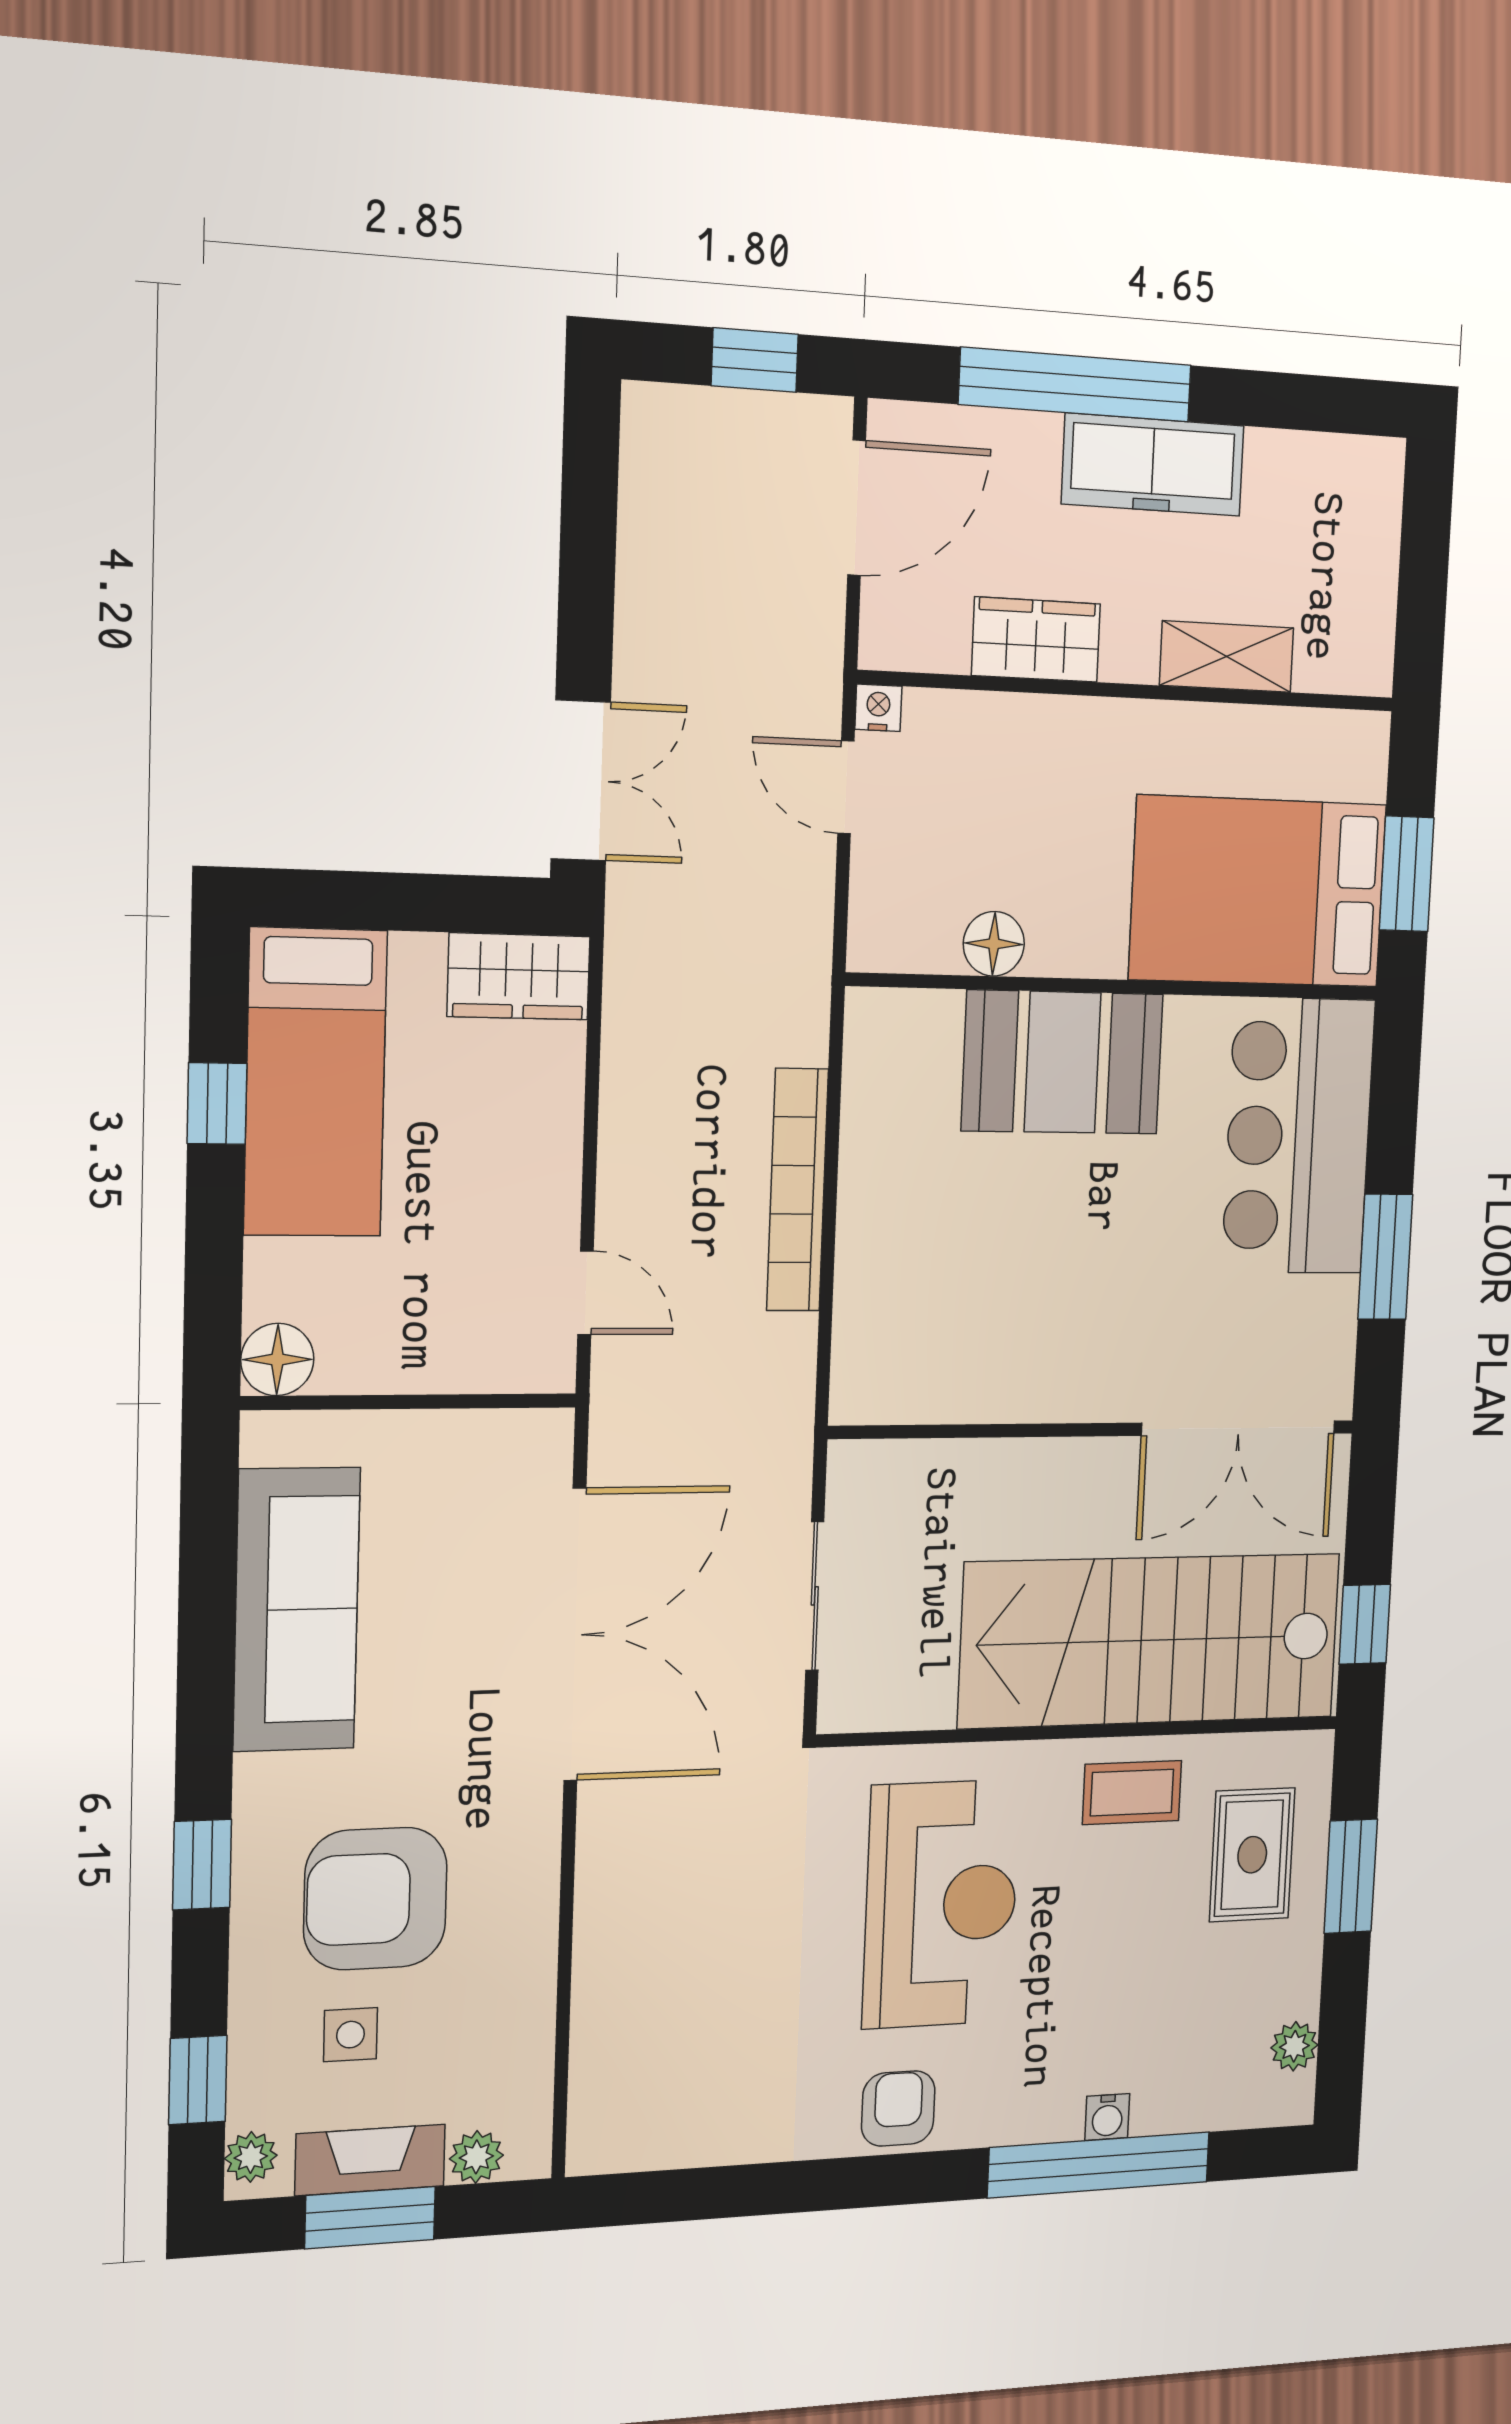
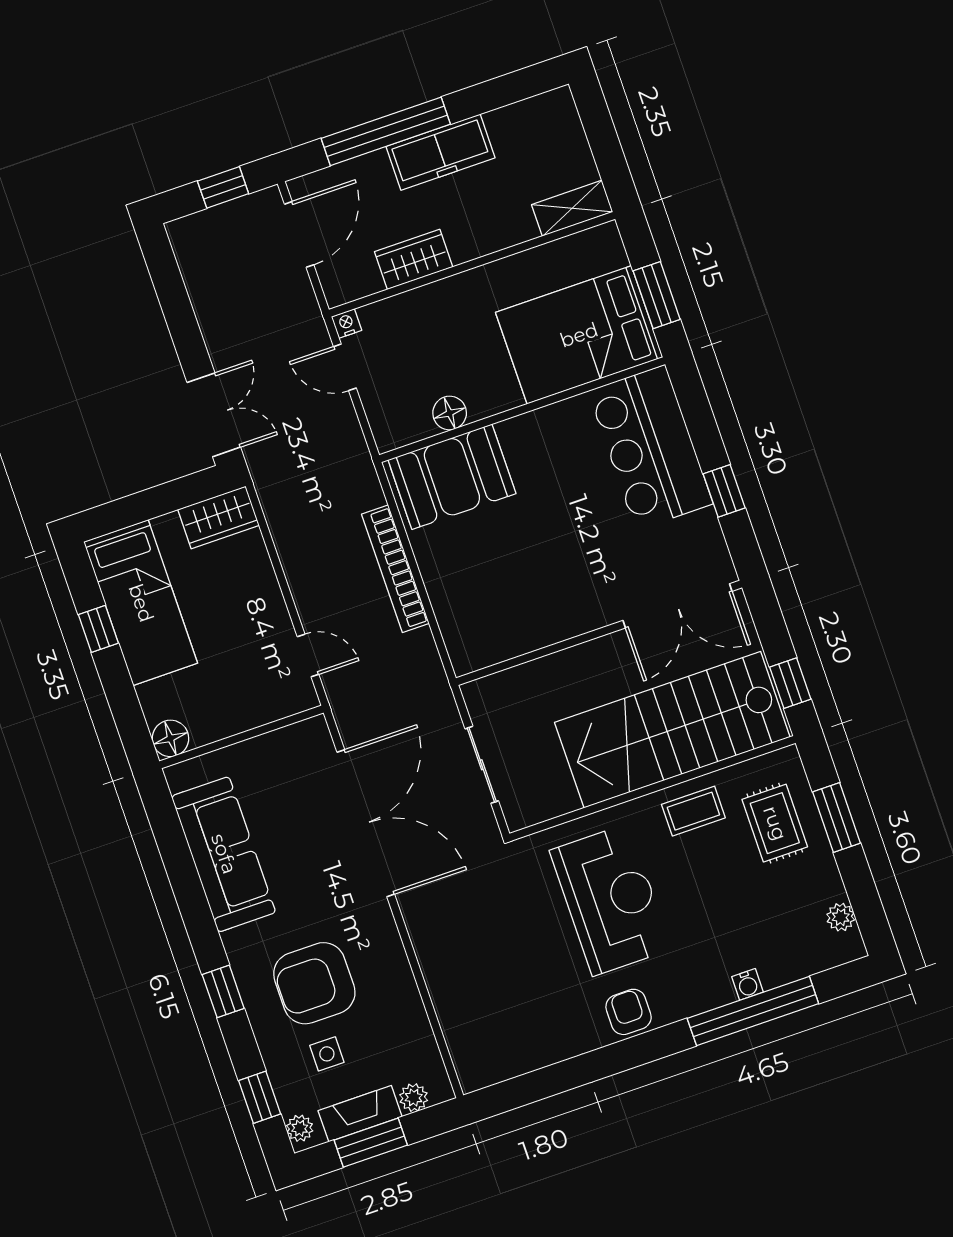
shelving: (1227, 657) -> (572, 208), moved
booth: (1063, 1062) -> (452, 477), moved
window: (1385, 1257) -> (724, 491), width x0.67

